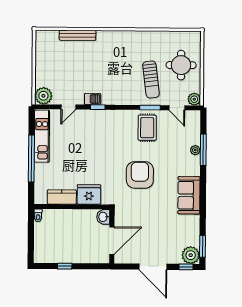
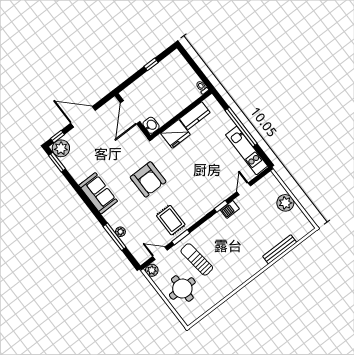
plant: (43, 96) -> (285, 203), moved

